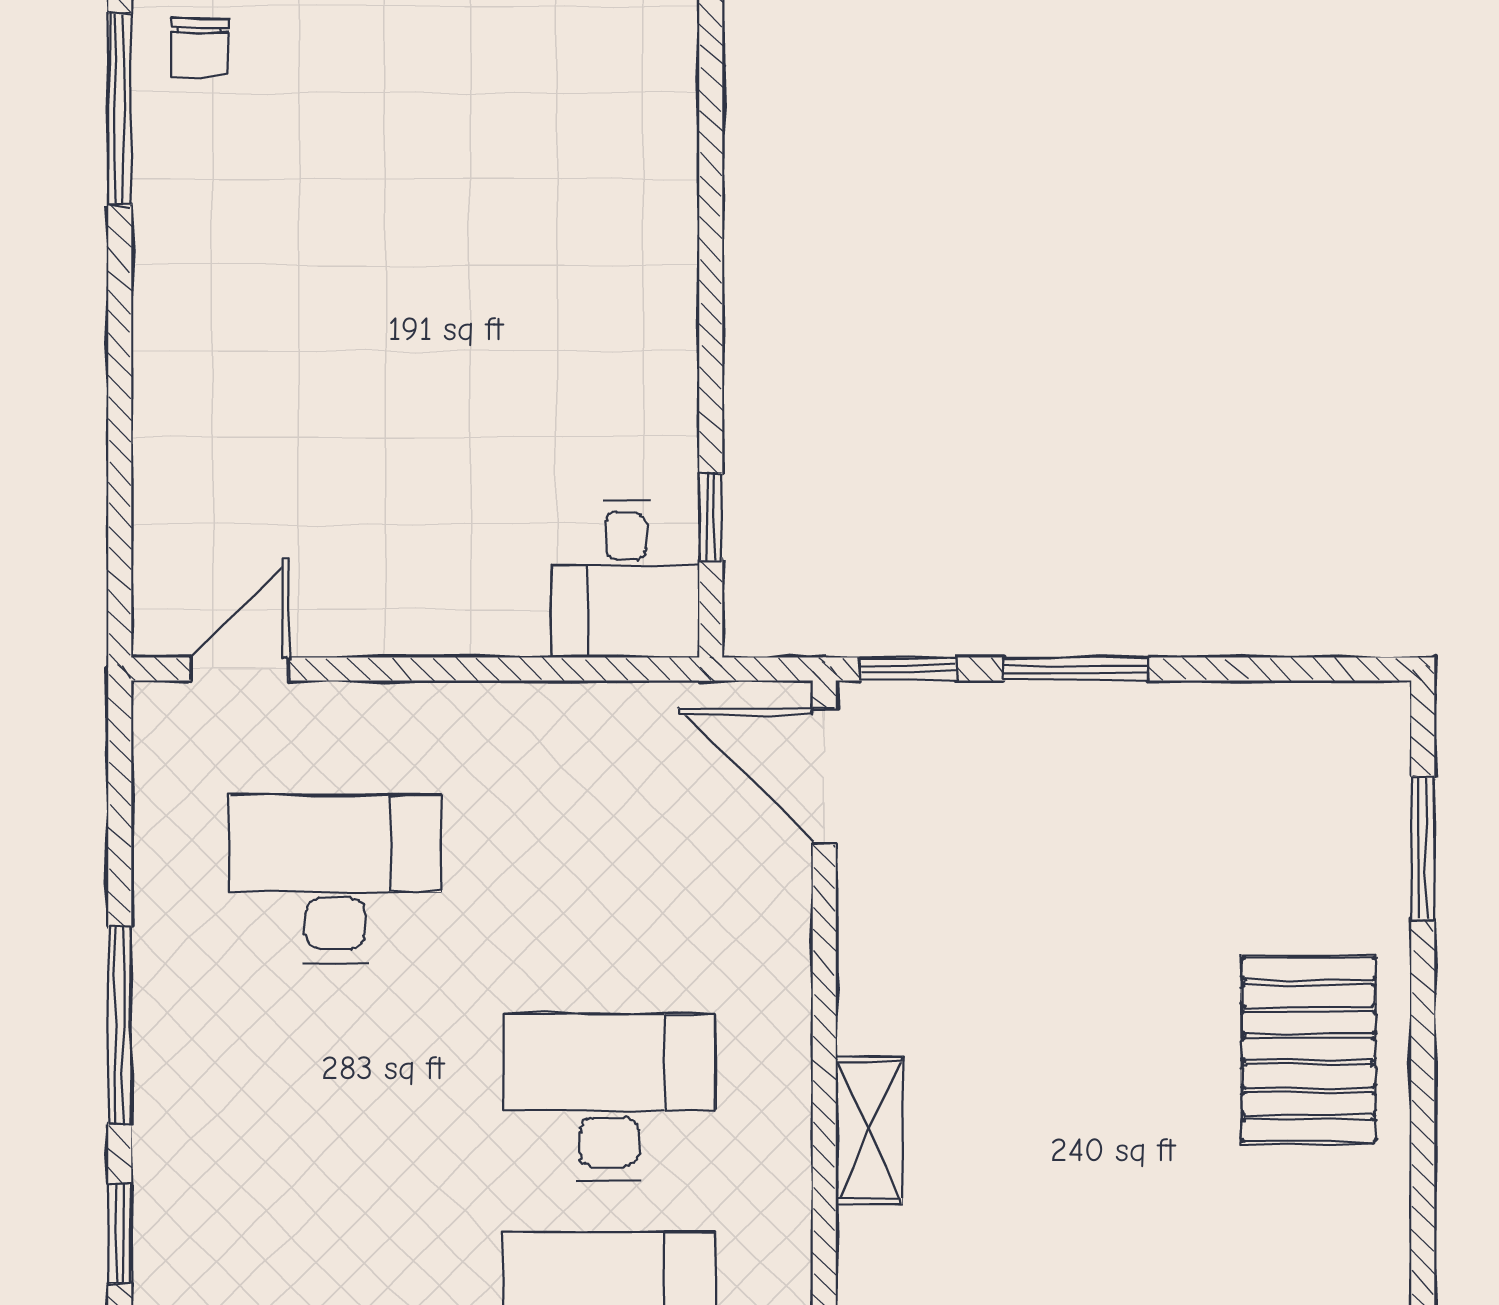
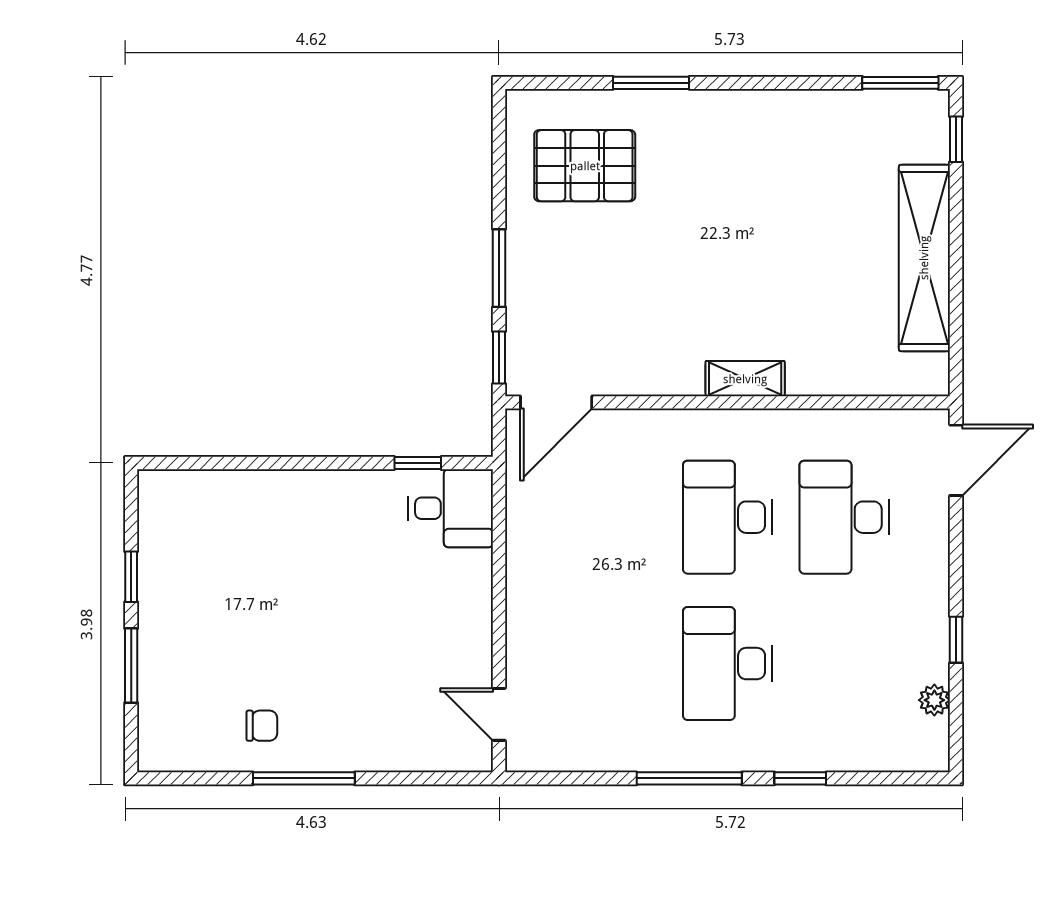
chair: (200, 47) -> (262, 726), moved
window: (120, 109) -> (304, 778), moved
window: (1423, 848) -> (651, 83), moved
desk: (335, 879) -> (728, 664), moved
pallet: (1309, 1049) -> (585, 166), moved

